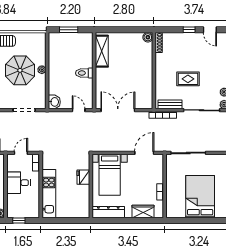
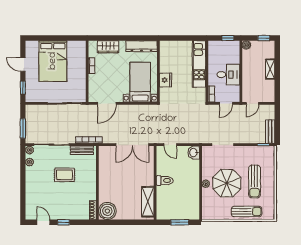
boiler: (148, 37) -> (107, 211), width x1.86, depth x1.86

